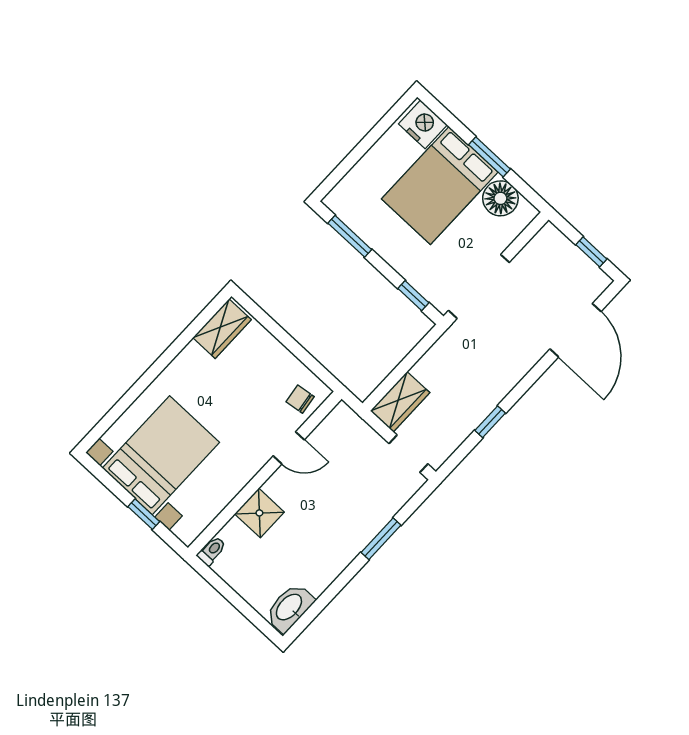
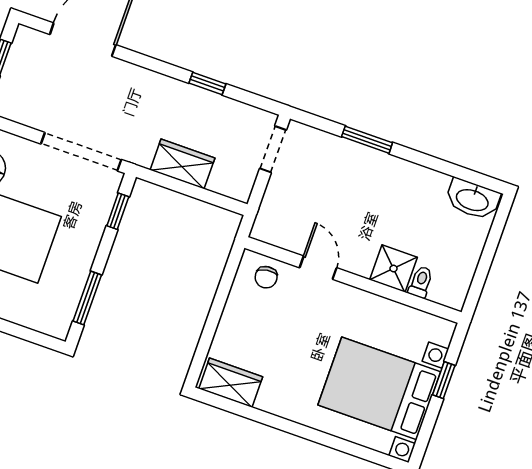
wardrobe: (400, 402) -> (182, 164), moved
toilet: (212, 551) -> (421, 282), moved, turned 90

